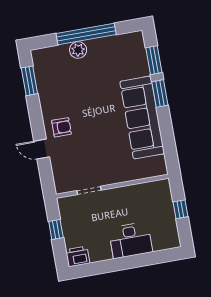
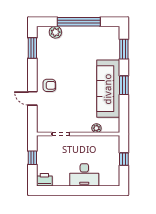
plant: (78, 50) -> (55, 32), moved
window: (160, 94) -> (124, 85), moved
plant: (136, 174) -> (96, 128), added

